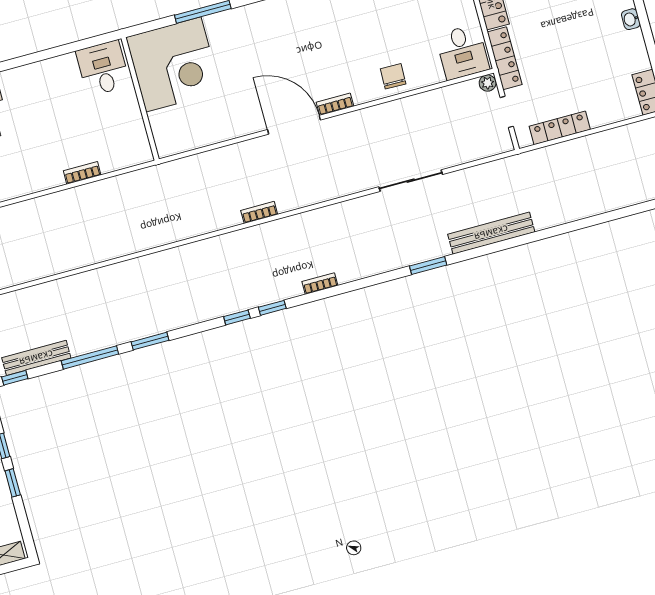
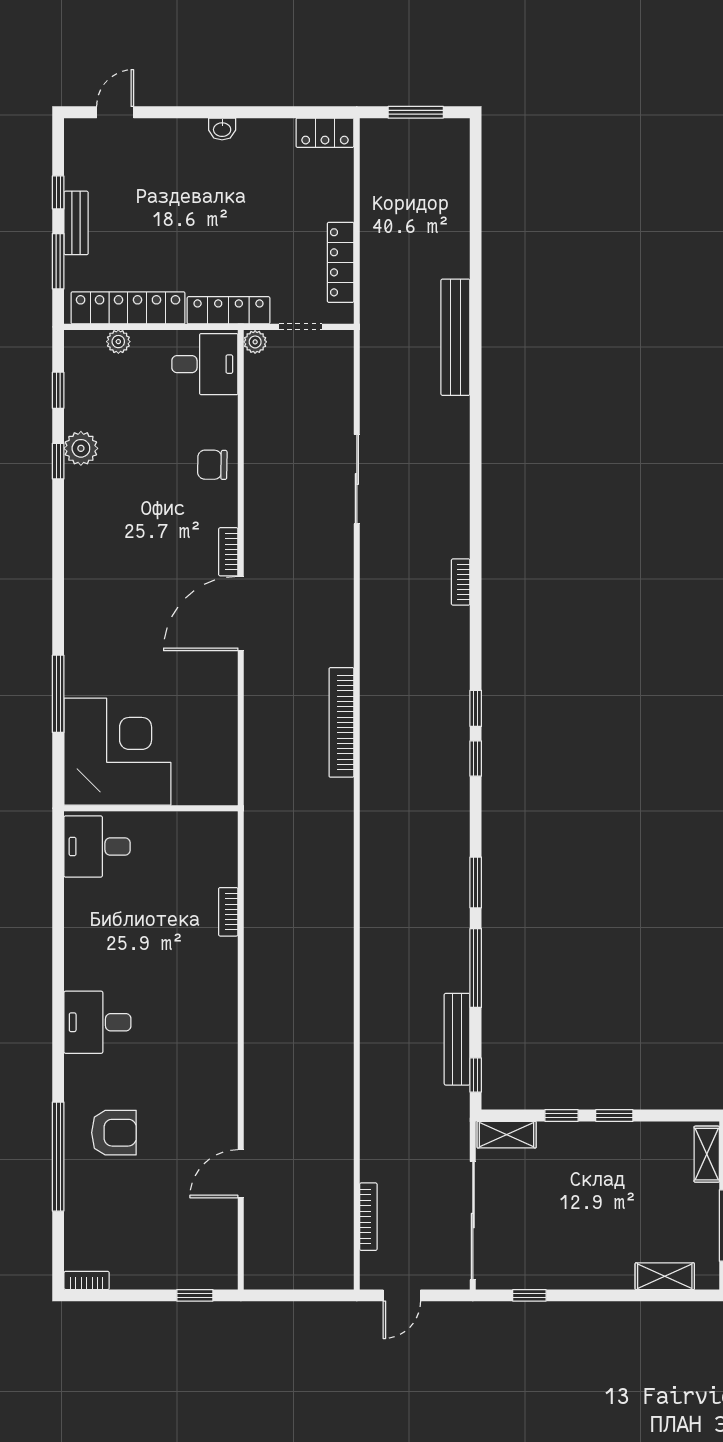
bookcase: (259, 212) -> (341, 722), width x2.31, depth x1.31
bench: (491, 233) -> (455, 337), moved
window: (428, 265) -> (476, 486), removed
bookcase: (320, 284) -> (461, 582), moved

